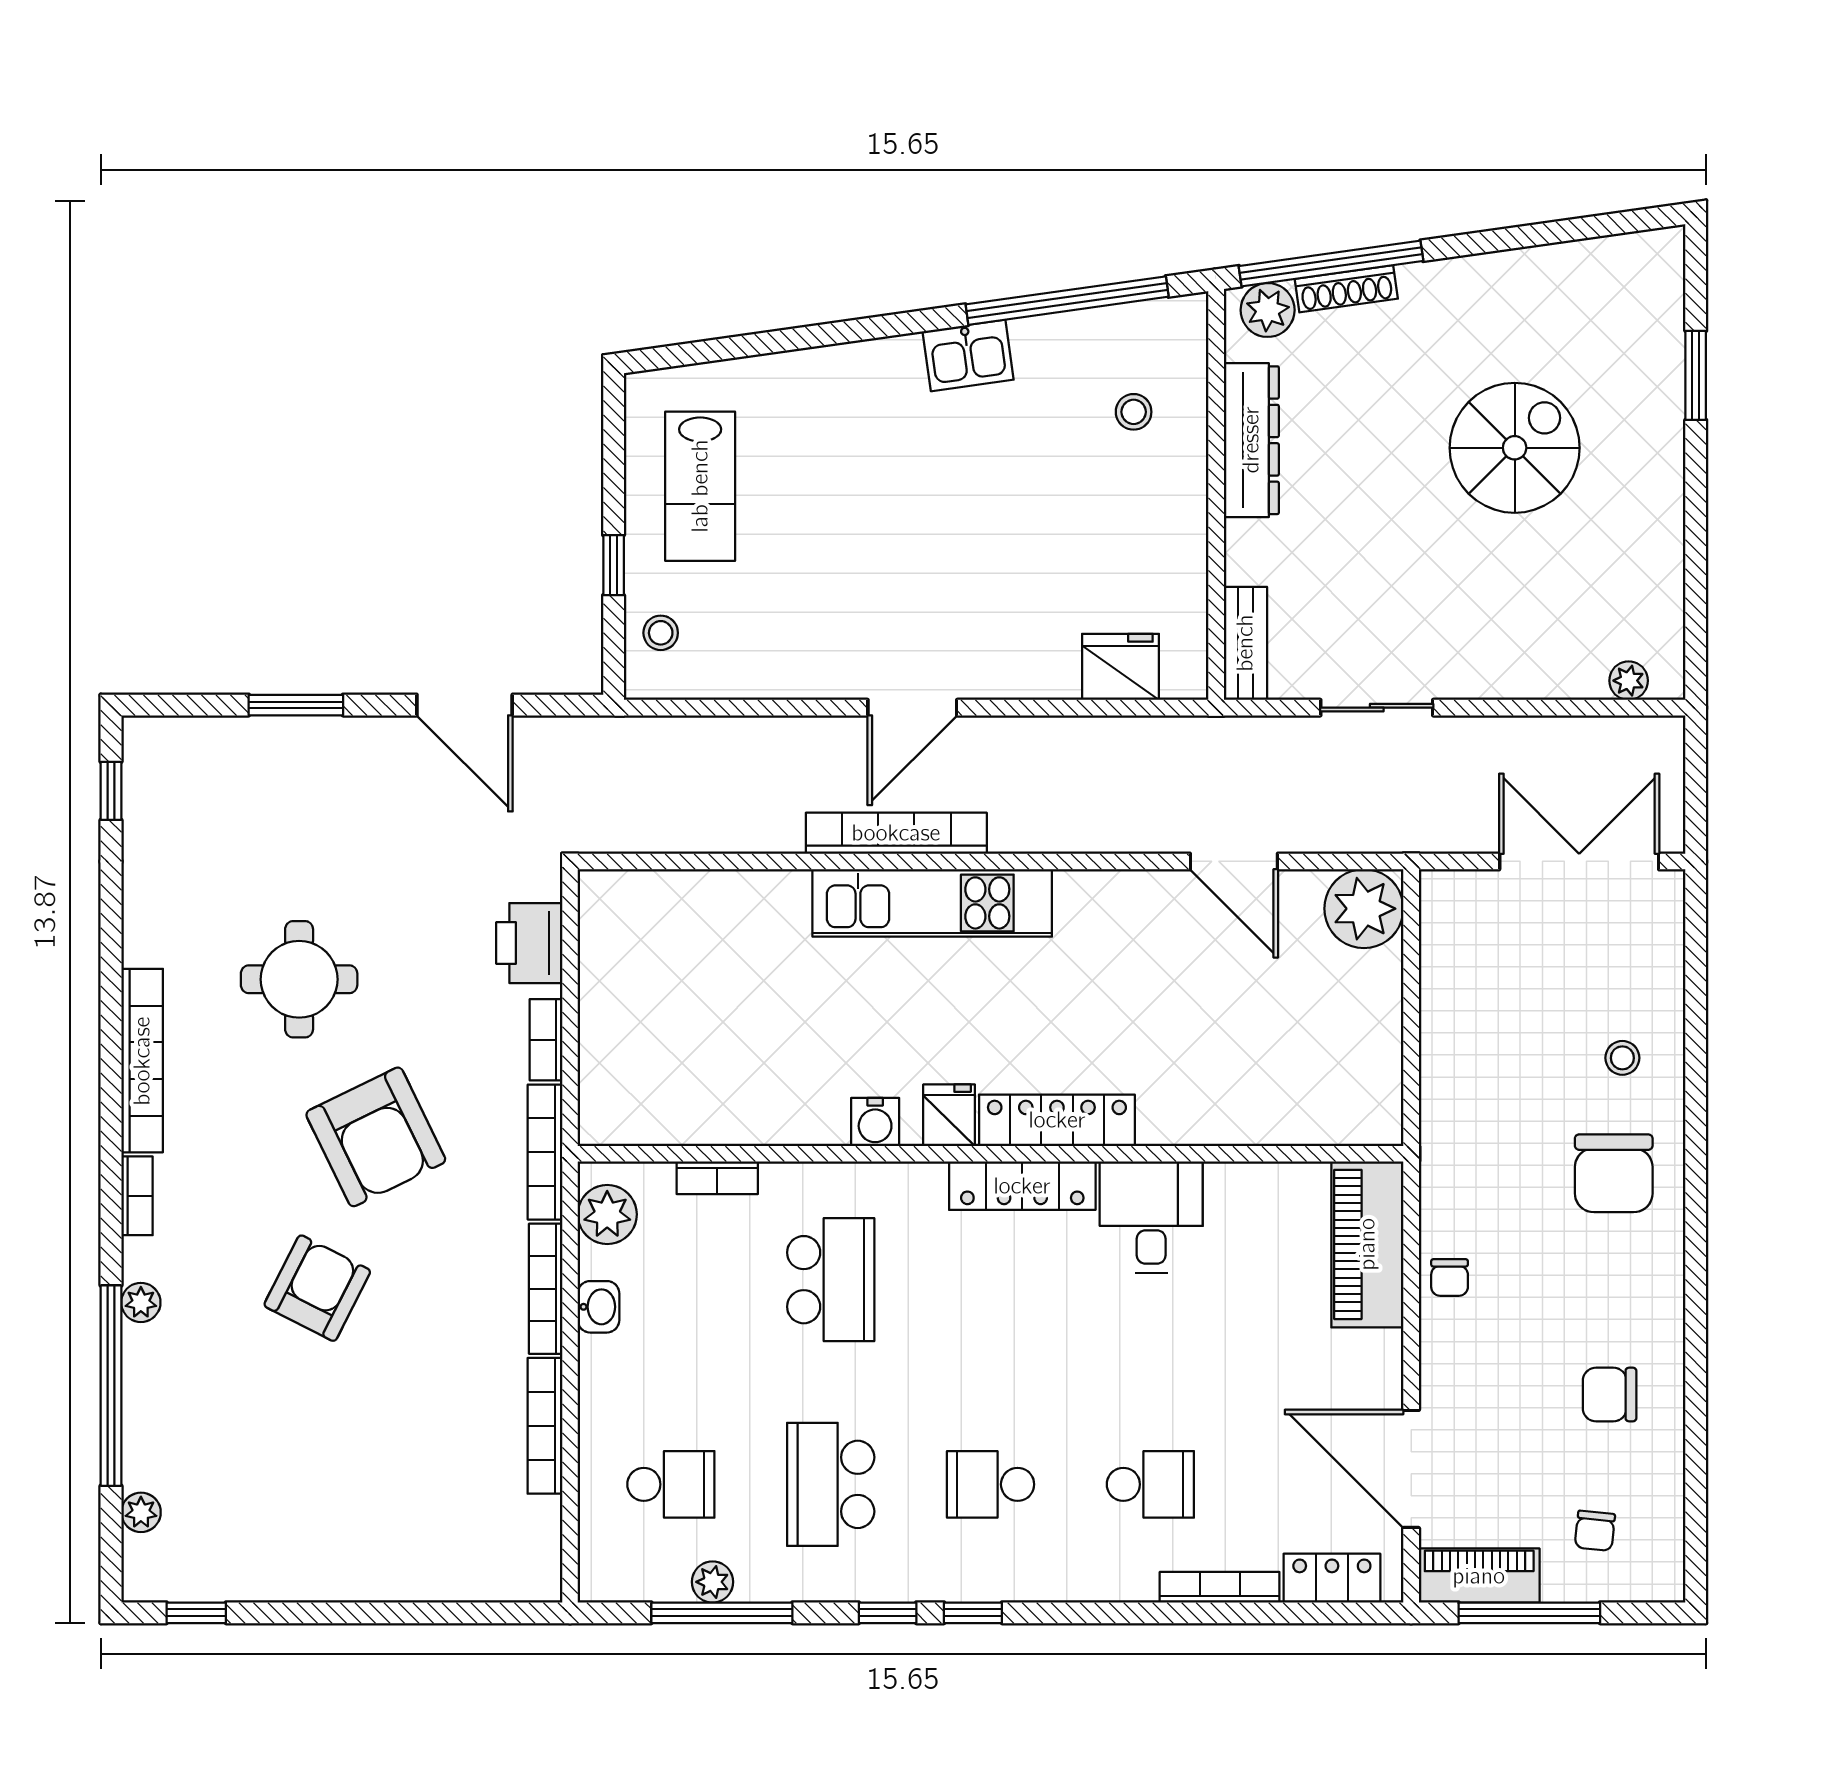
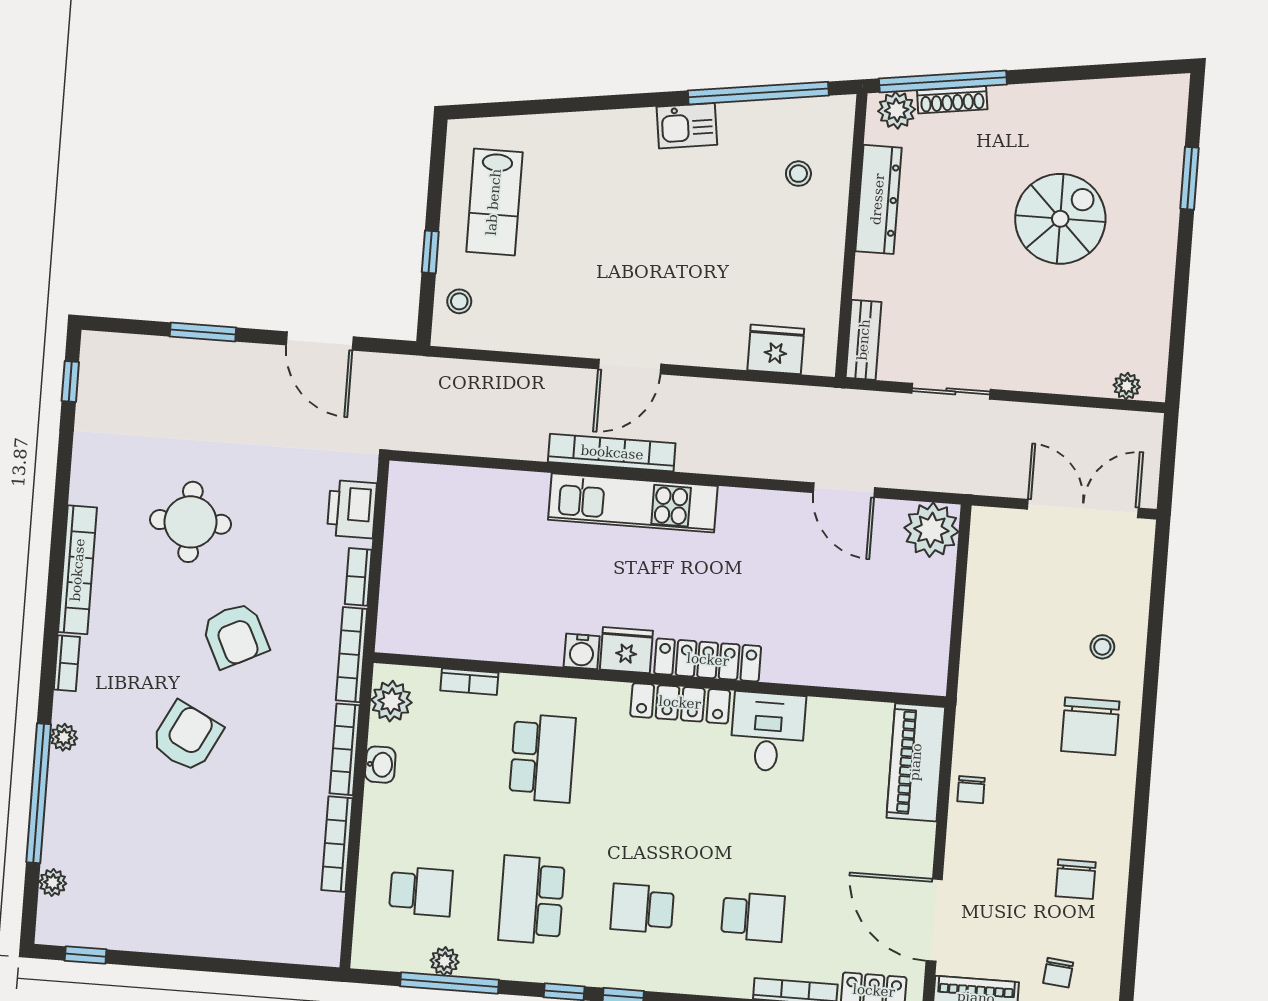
fridge: (949, 1115) -> (626, 650), width x1.38
armchair: (376, 1137) -> (235, 635), width x0.73, depth x0.73
chair: (1610, 1395) -> (1076, 879), turned -90

